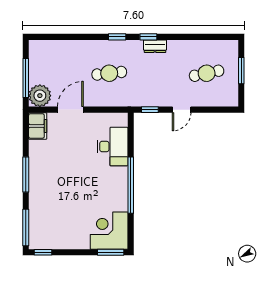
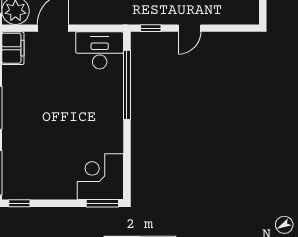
desk: (113, 147) -> (100, 50), moved, turned -90
window: (131, 185) -> (127, 85), moved

